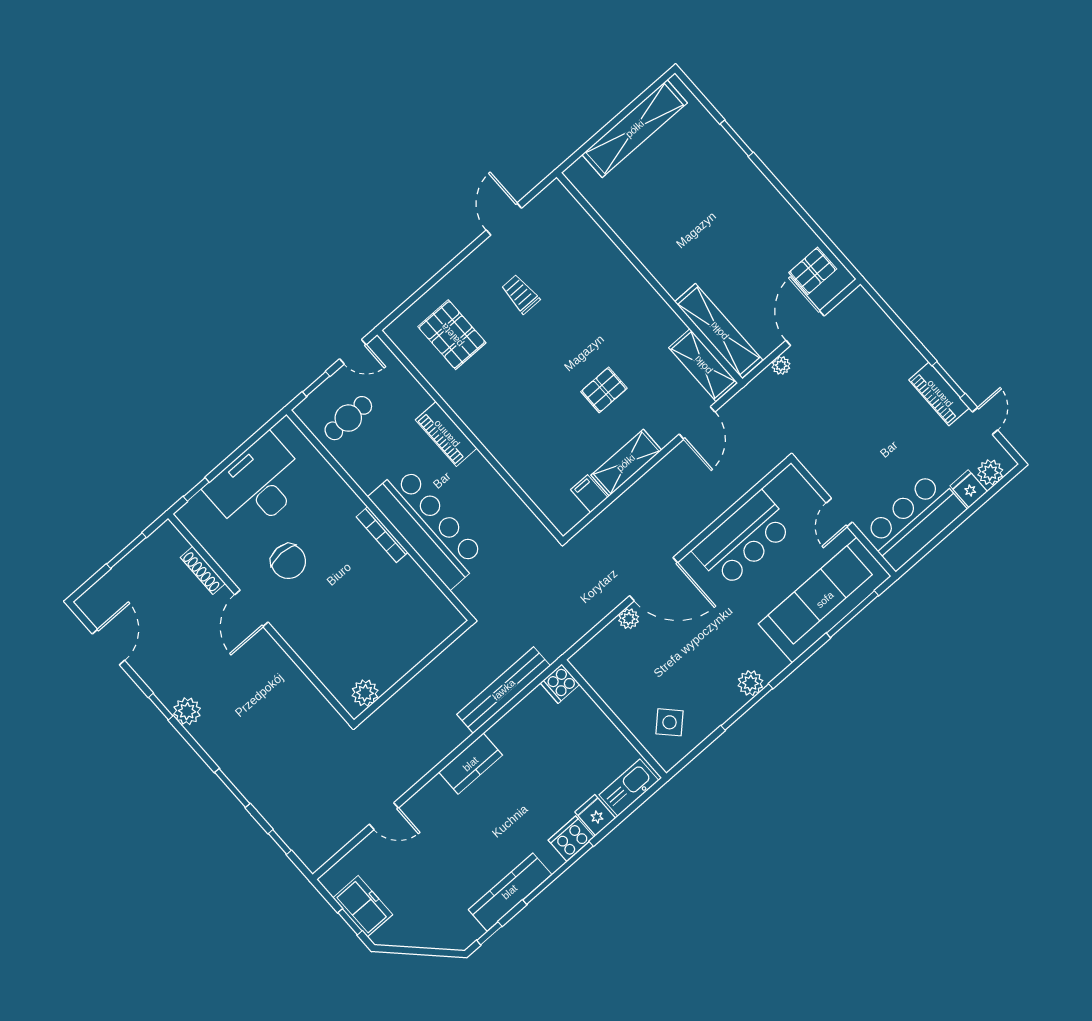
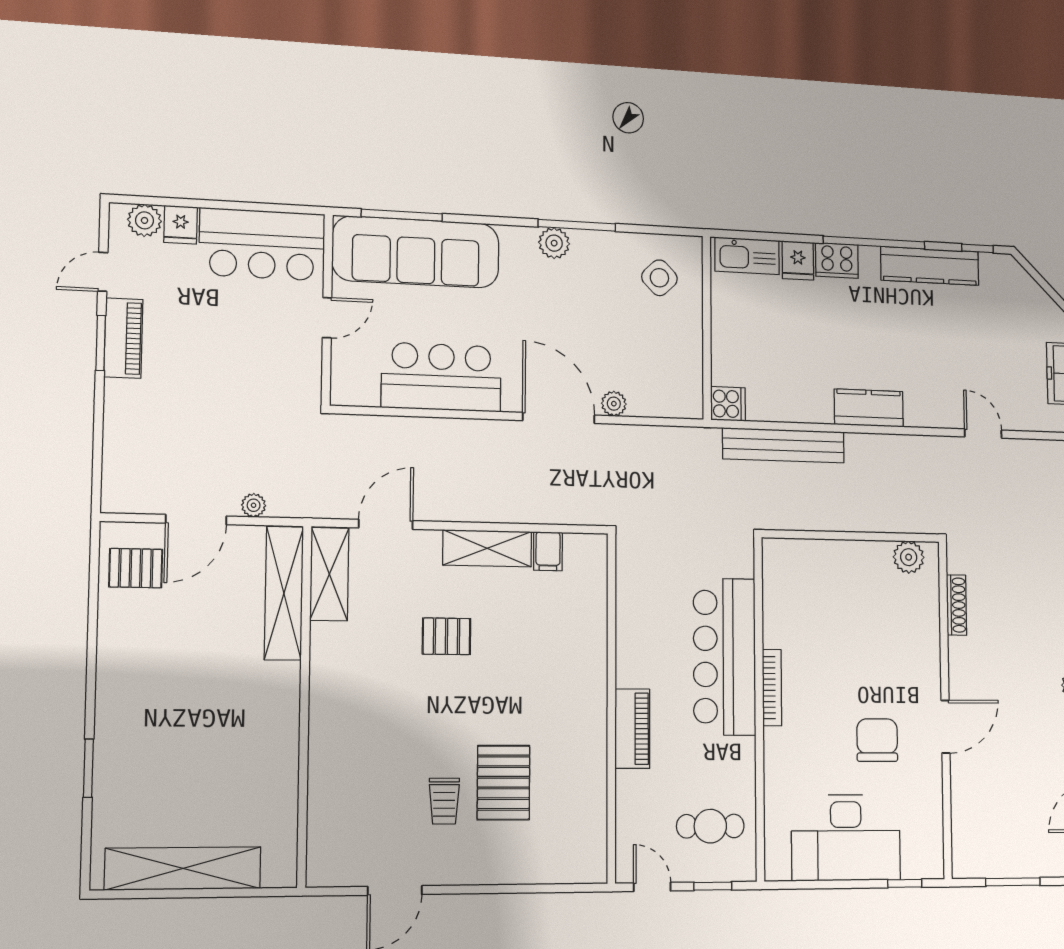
pallet: (452, 335) -> (504, 783), moved
shoe rack: (203, 570) -> (956, 605), moved

